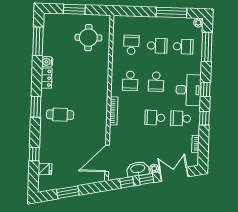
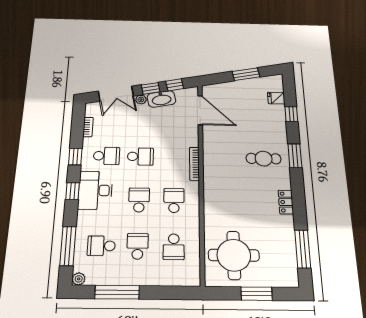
round table: (88, 38) -> (234, 255), width x1.36, depth x1.36
school desk: (157, 46) -> (138, 246), turned 90
water cooler: (47, 62) -> (287, 223), removed
window: (36, 107) -> (295, 156), moved
door: (107, 158) -> (200, 110), hinge flipped

